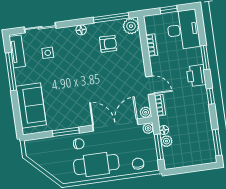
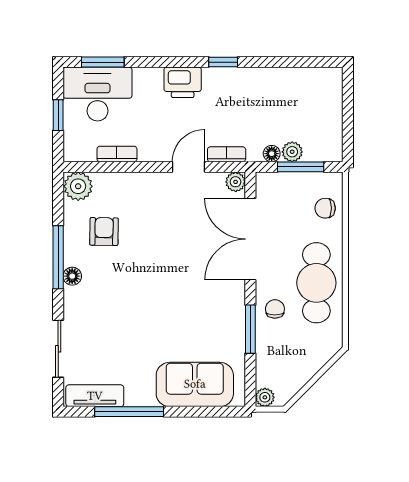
window: (111, 18) -> (58, 257), moved
side table: (48, 53) -> (105, 342), removed
window: (205, 57) -> (103, 62), moved
plant: (148, 128) -> (265, 397), moved
window: (217, 143) -> (307, 62), removed

